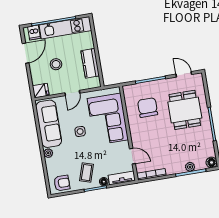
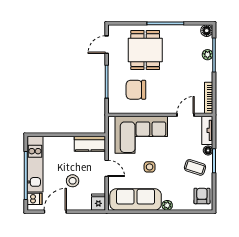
door: (26, 53) -> (55, 212), hinge flipped
kitchen counter: (90, 63) -> (90, 144), moved
dining table: (185, 110) -> (145, 50), turned 90

